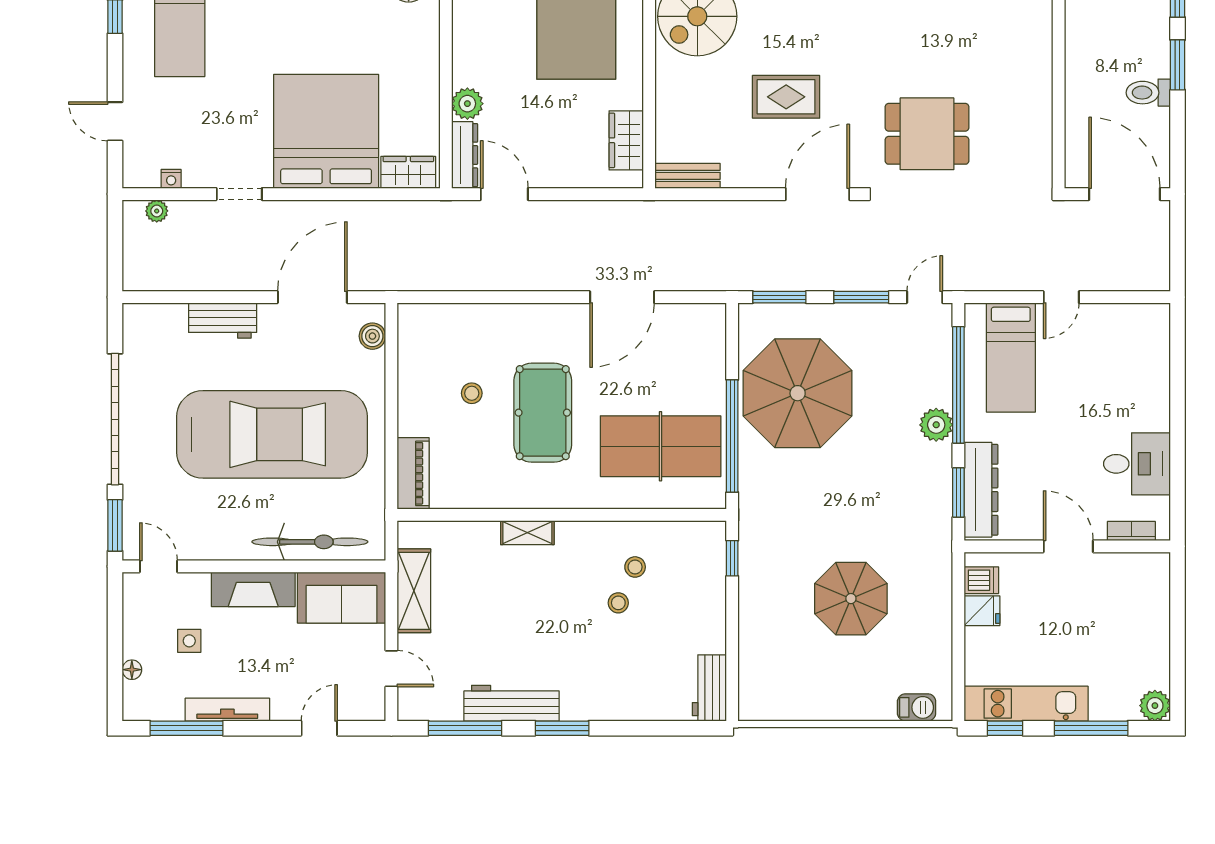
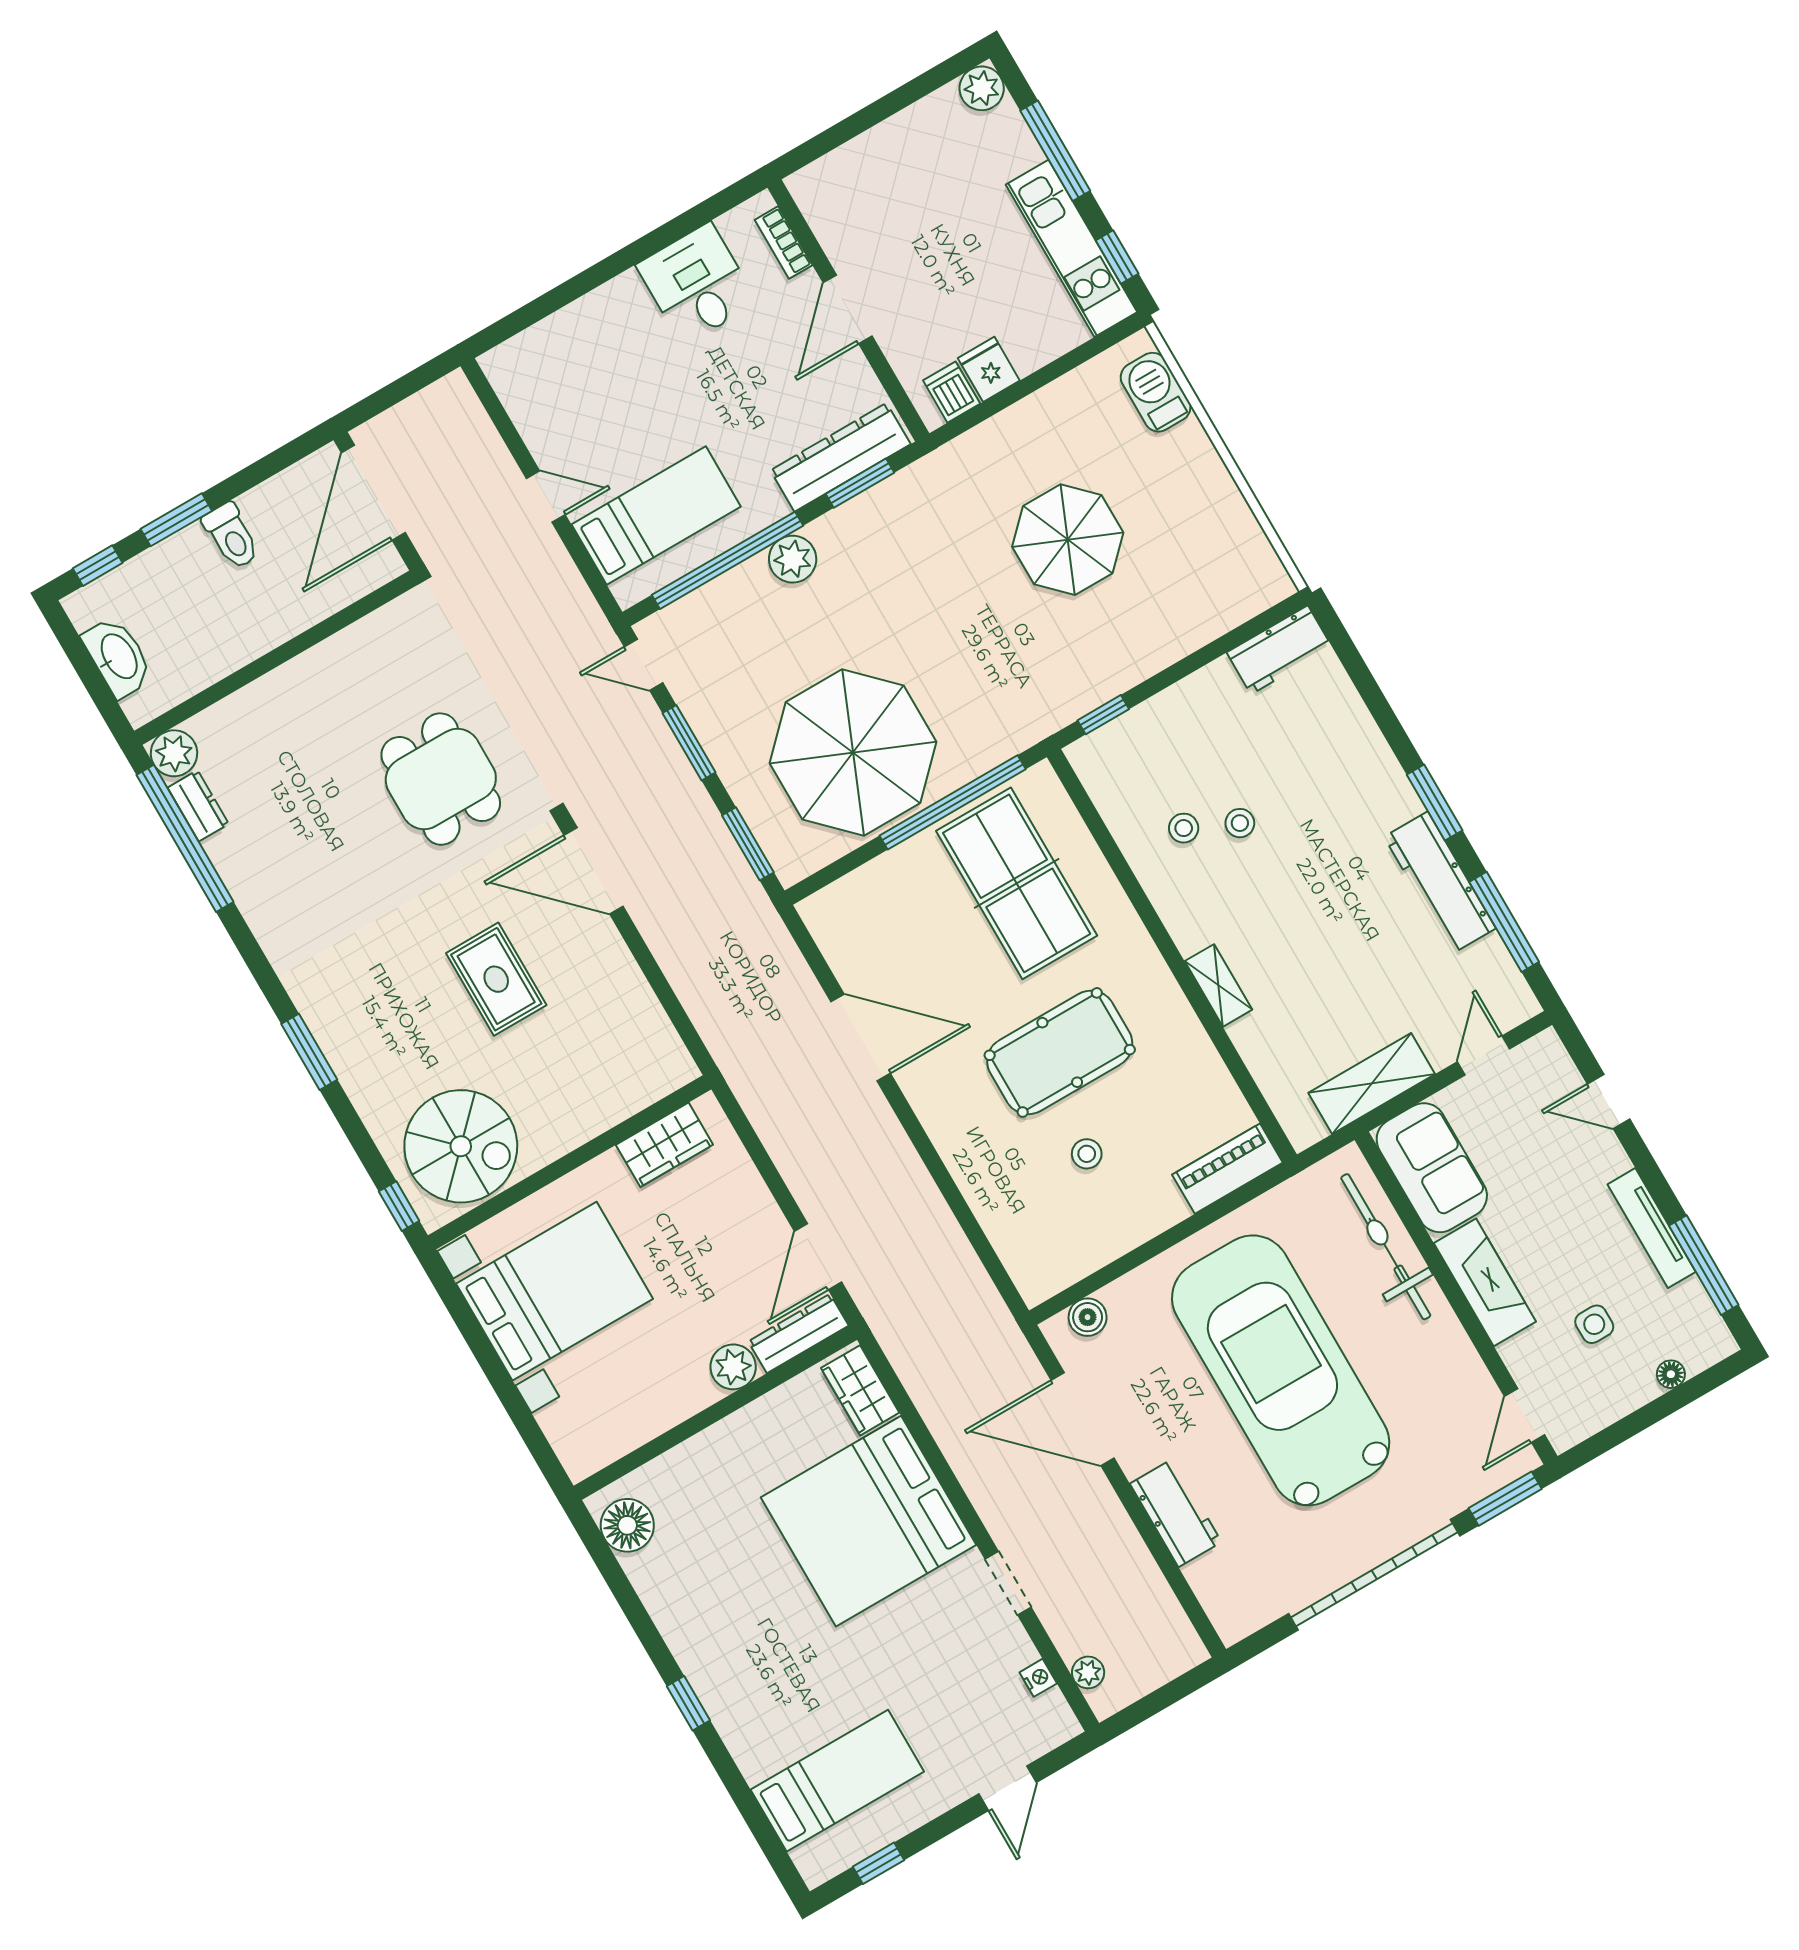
bench: (687, 176) -> (664, 1044), removed
barbecue: (917, 707) -> (1156, 392), width x1.38, depth x1.27

